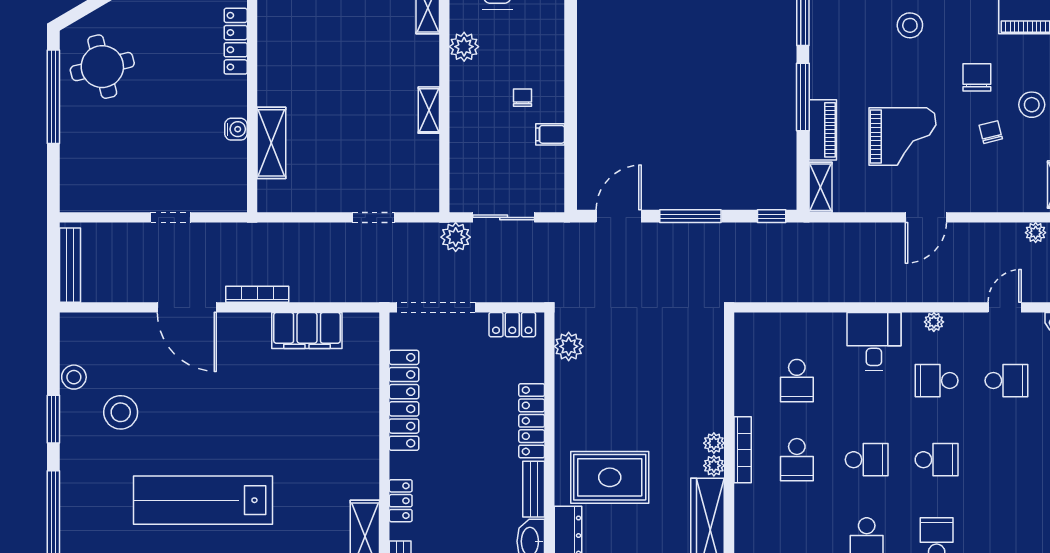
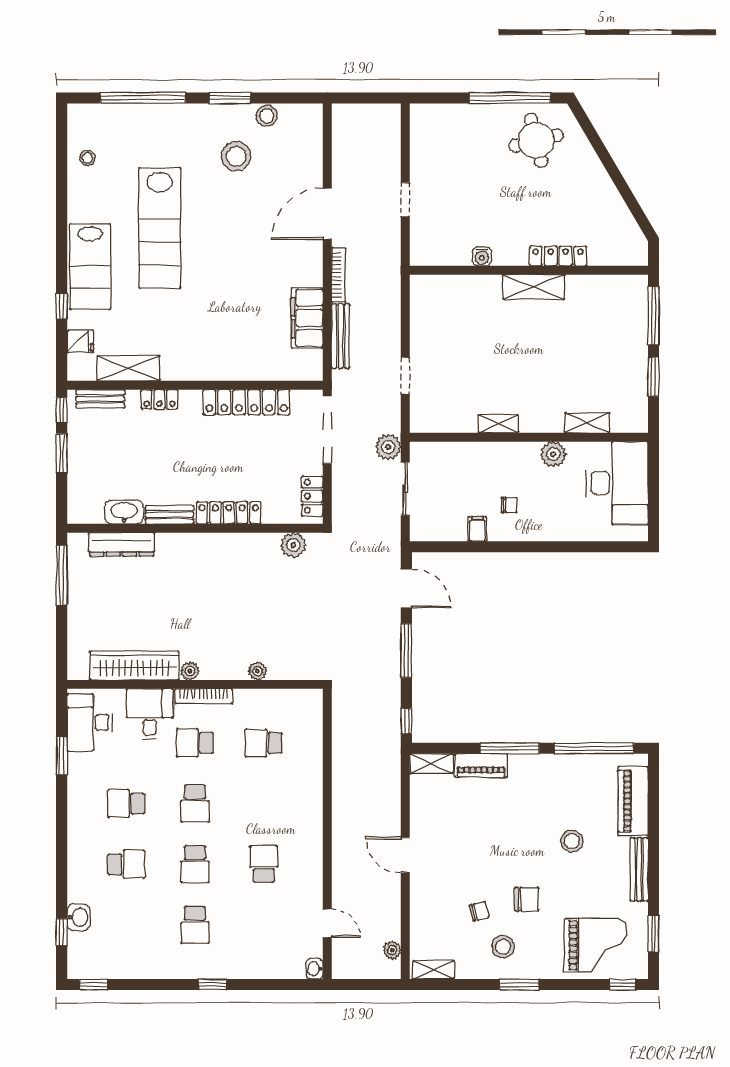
grand piano: (902, 137) -> (475, 835), removed
shelving: (271, 143) -> (534, 287), moved
bench: (70, 265) -> (341, 336), moved, turned 90
plant: (934, 322) -> (315, 862), removed
desk: (874, 341) -> (150, 714), moved, turned -90
school desk: (1006, 381) -> (195, 925), moved
plant: (714, 443) -> (258, 671), moved
rug: (610, 477) -> (180, 581), removed
lab bench: (203, 500) -> (160, 228), turned 180

